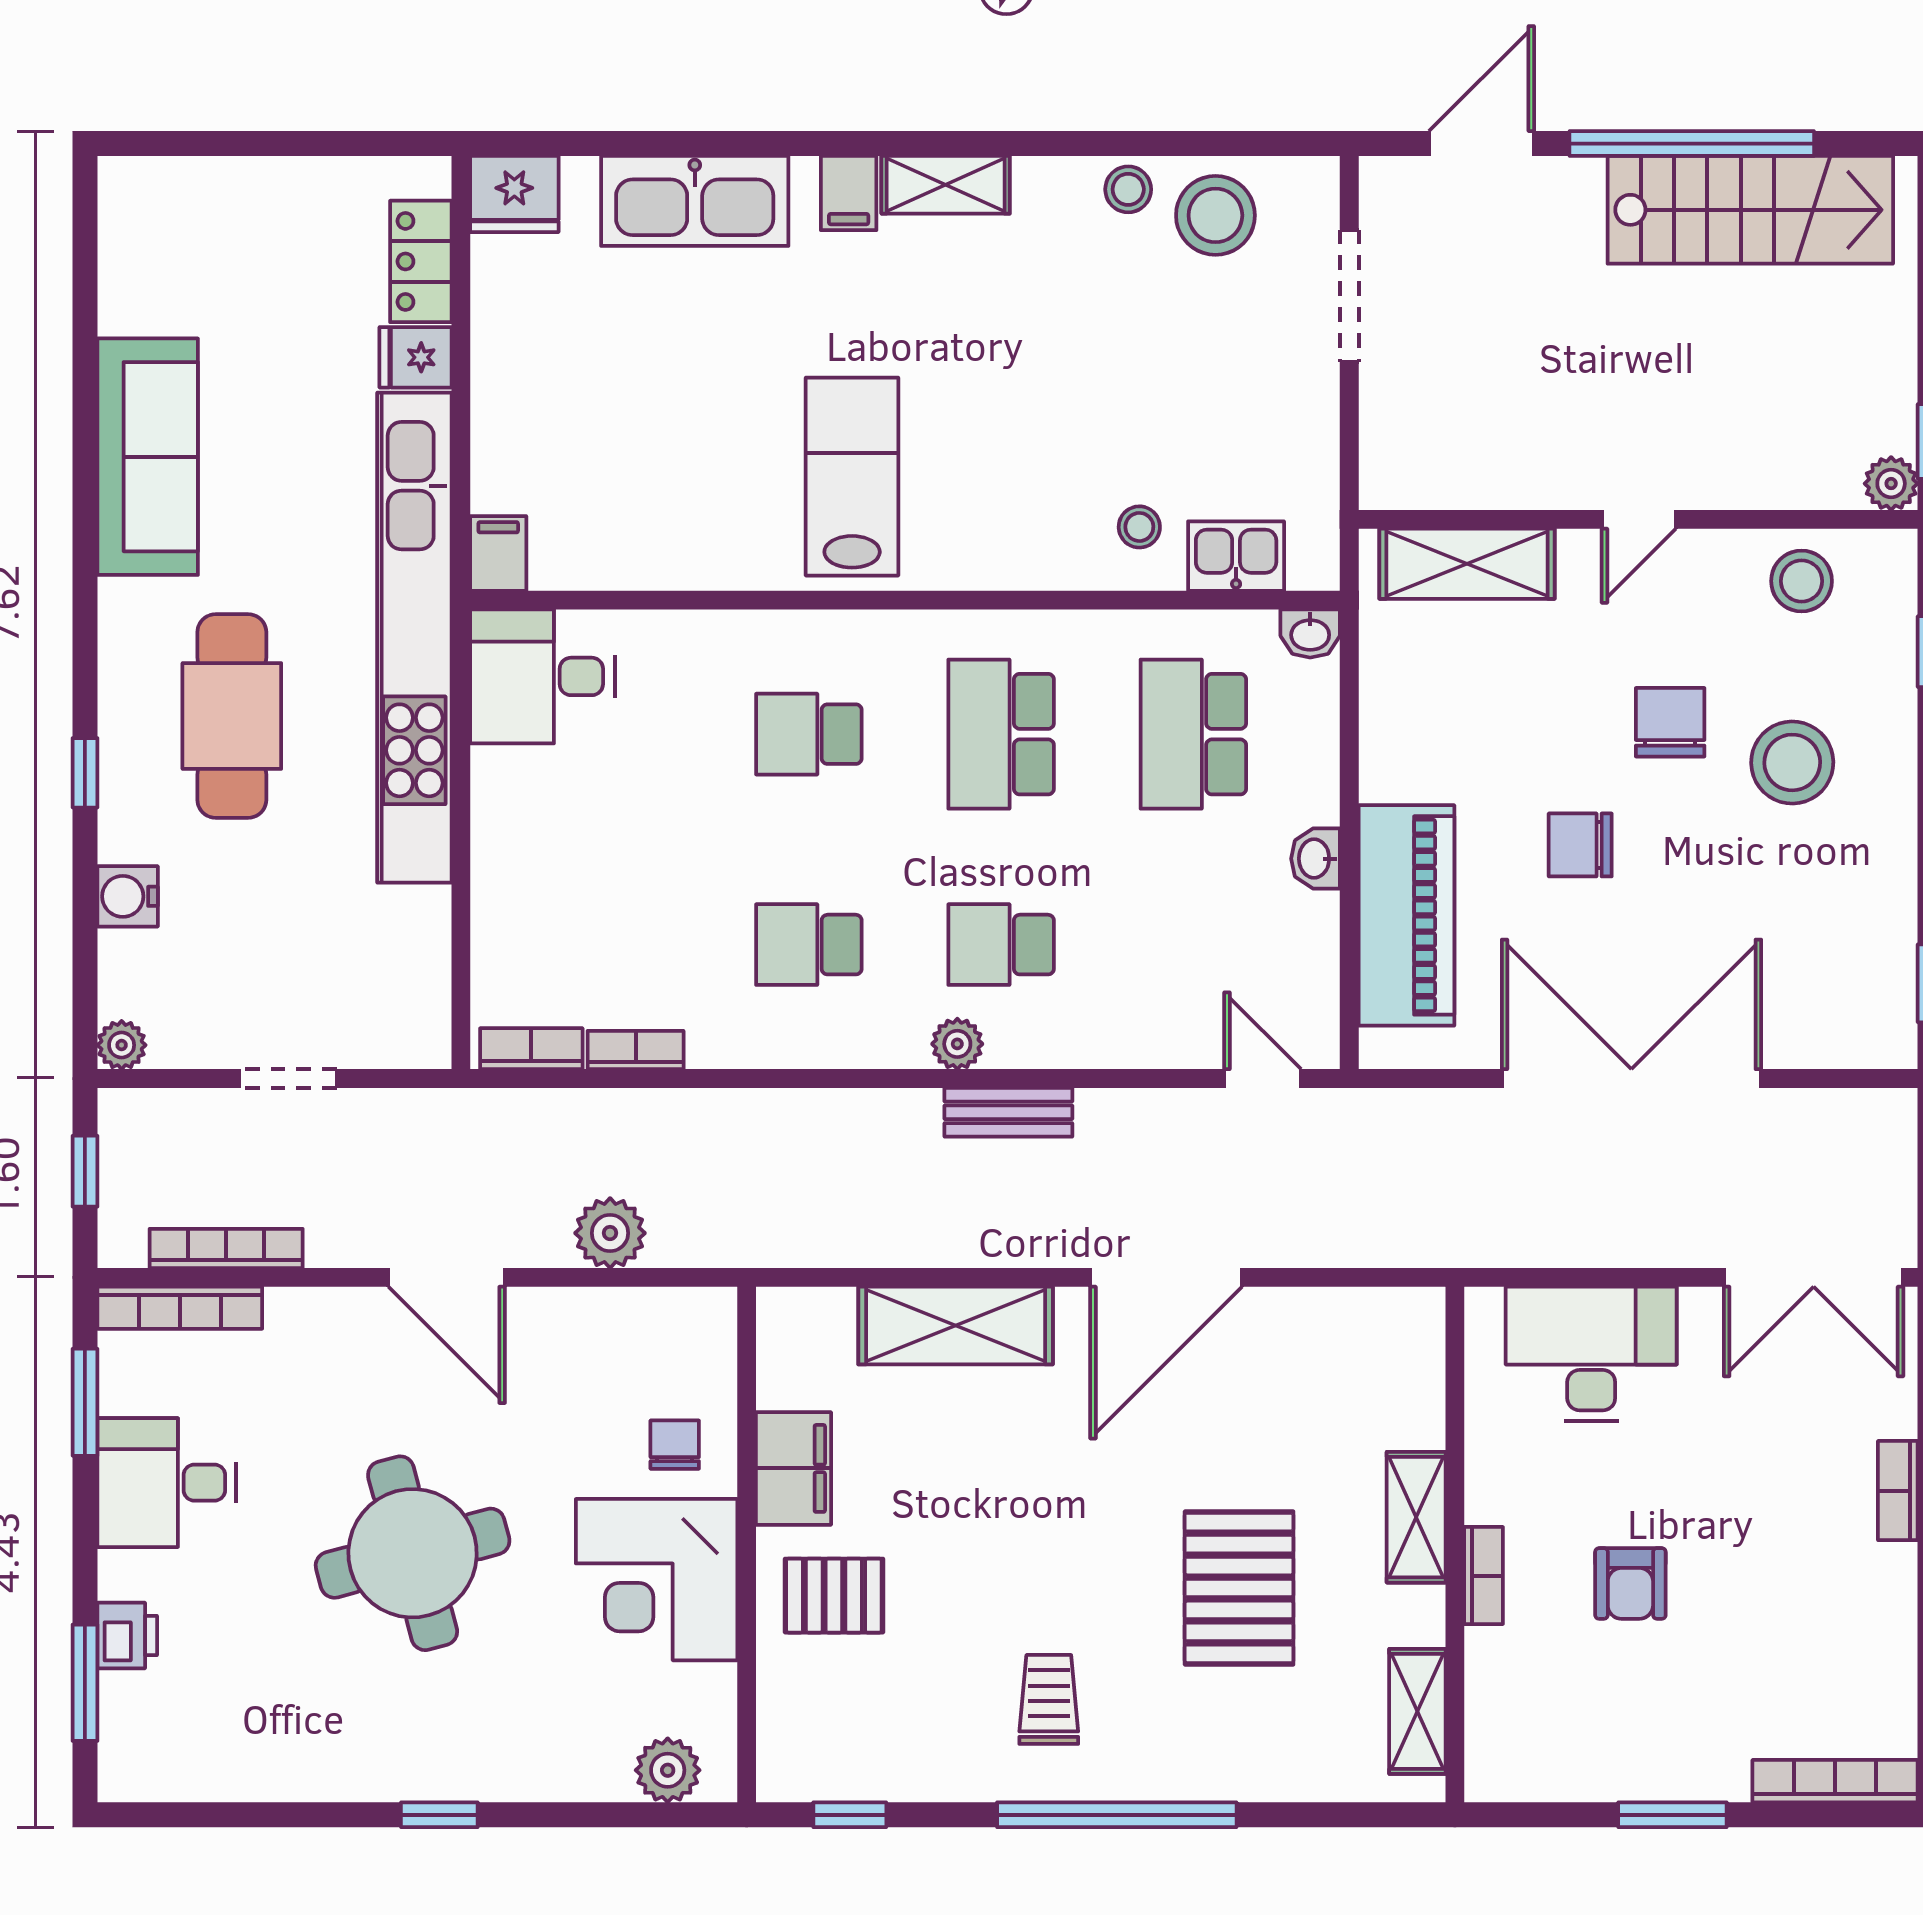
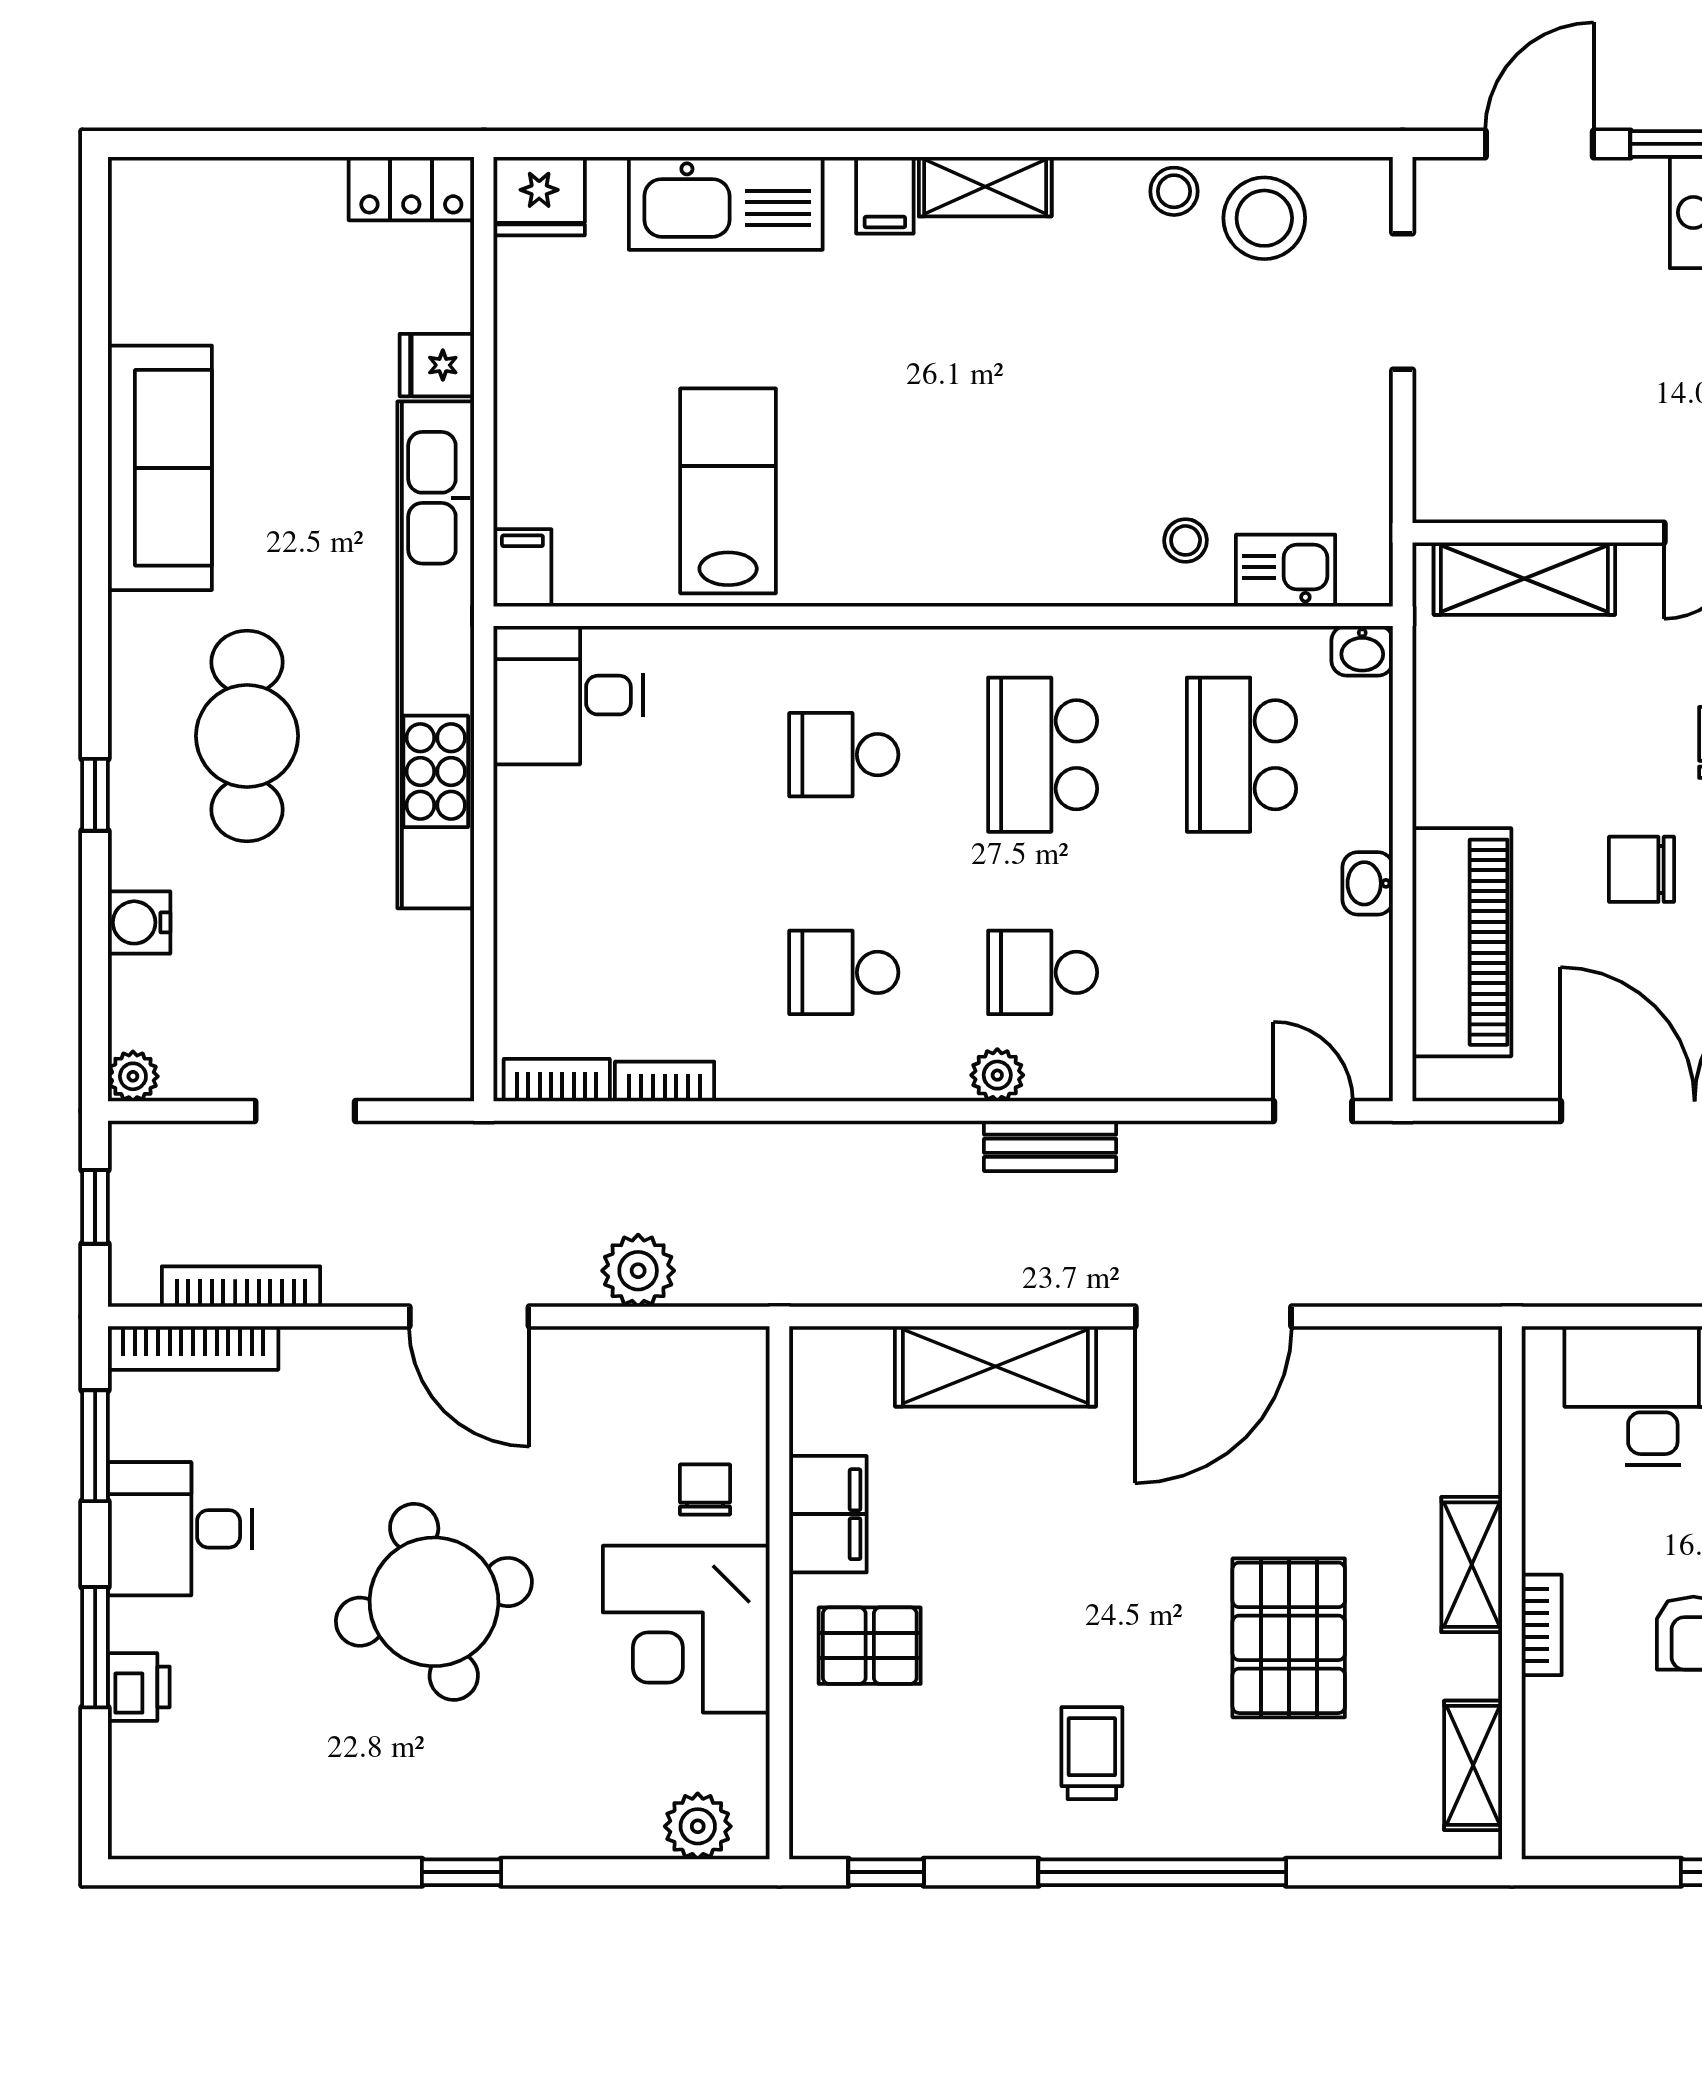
locker: (421, 261) -> (411, 189), moved, turned -90
lab bench: (852, 477) -> (728, 491), moved
window: (85, 1683) -> (95, 1647), moved

